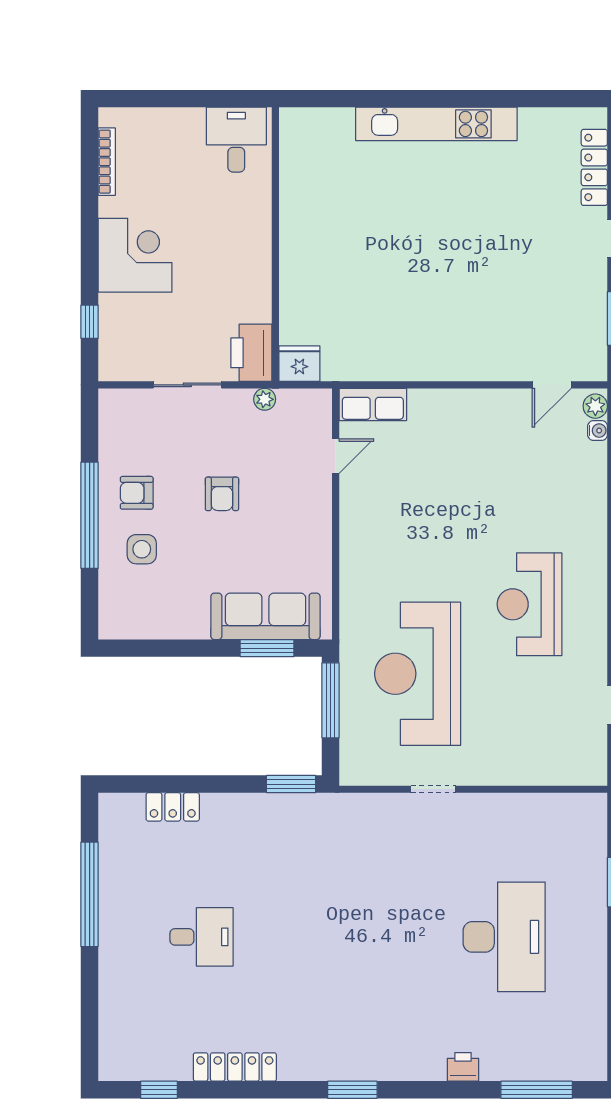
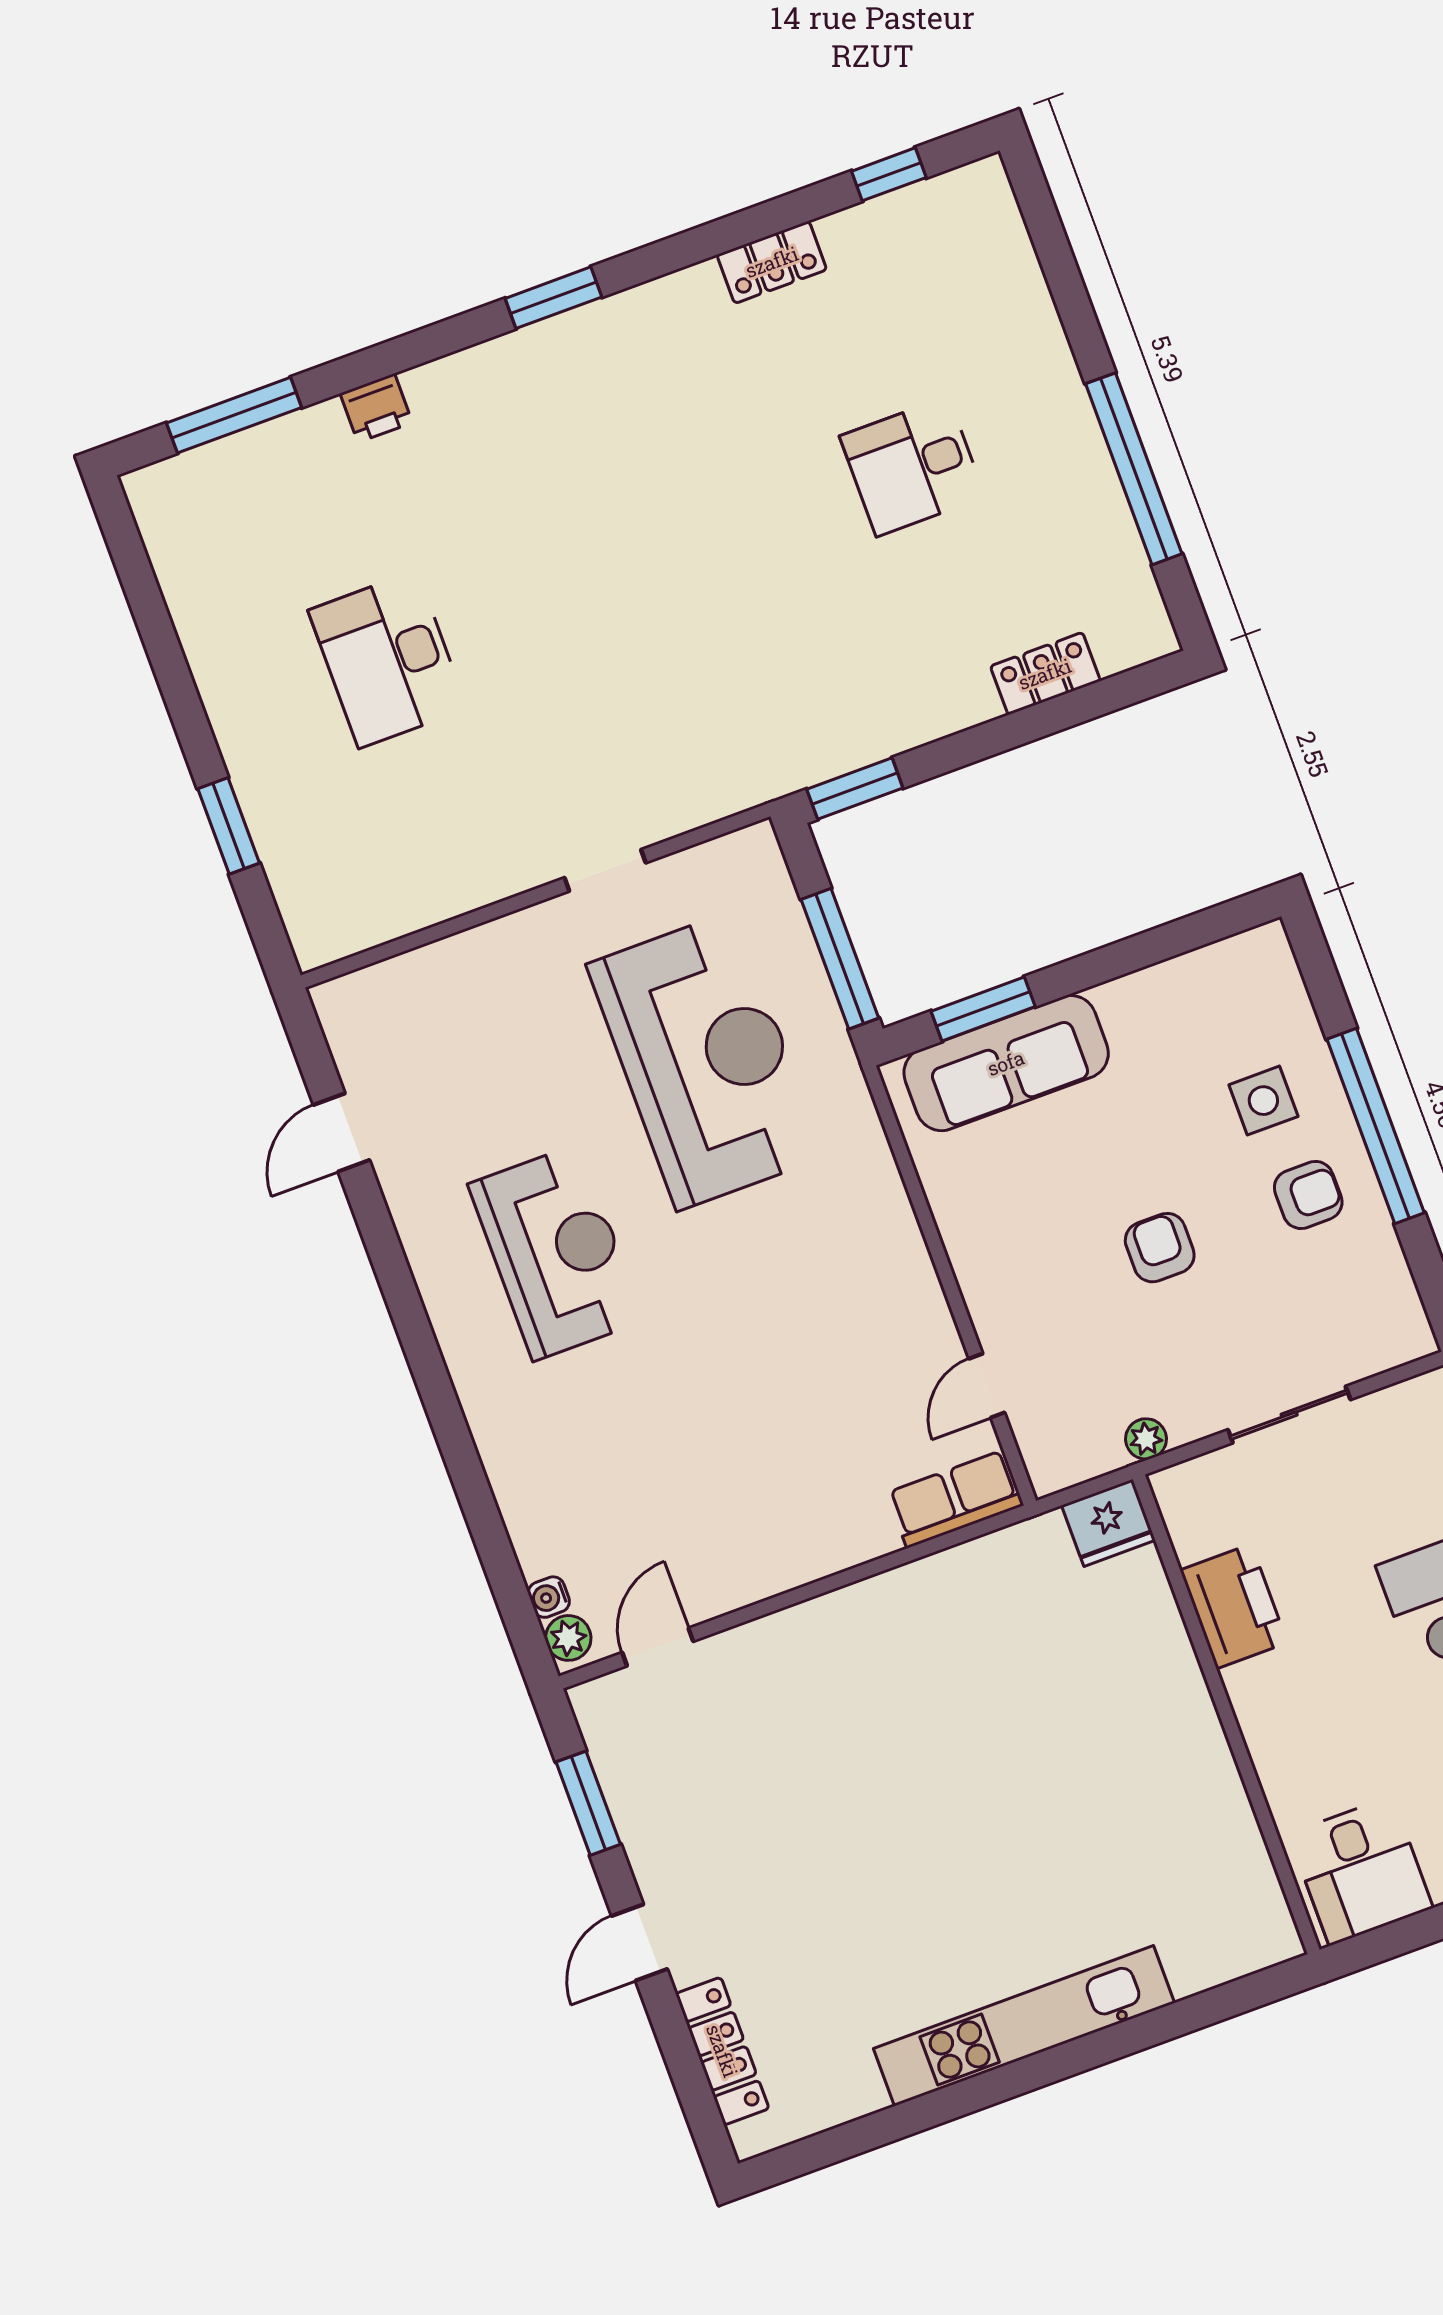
printer: (251, 353) -> (1234, 1606), moved
desk: (504, 937) -> (388, 659), width x0.73, depth x0.77
locker: (235, 1067) -> (772, 262), width x0.66

